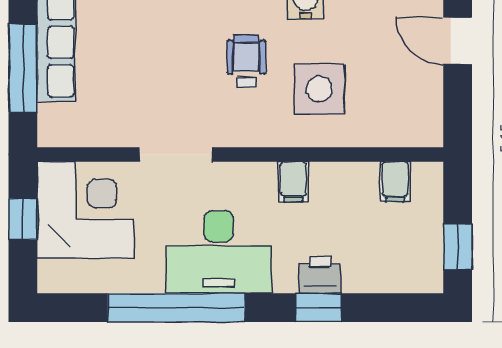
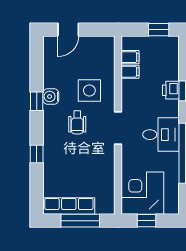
wheelchair: (246, 61) -> (77, 122), turned -90
doorway: (176, 154) -> (118, 128), moved
filing cabinet: (293, 182) -> (130, 72), moved
desk: (219, 252) -> (161, 135), width x0.73

